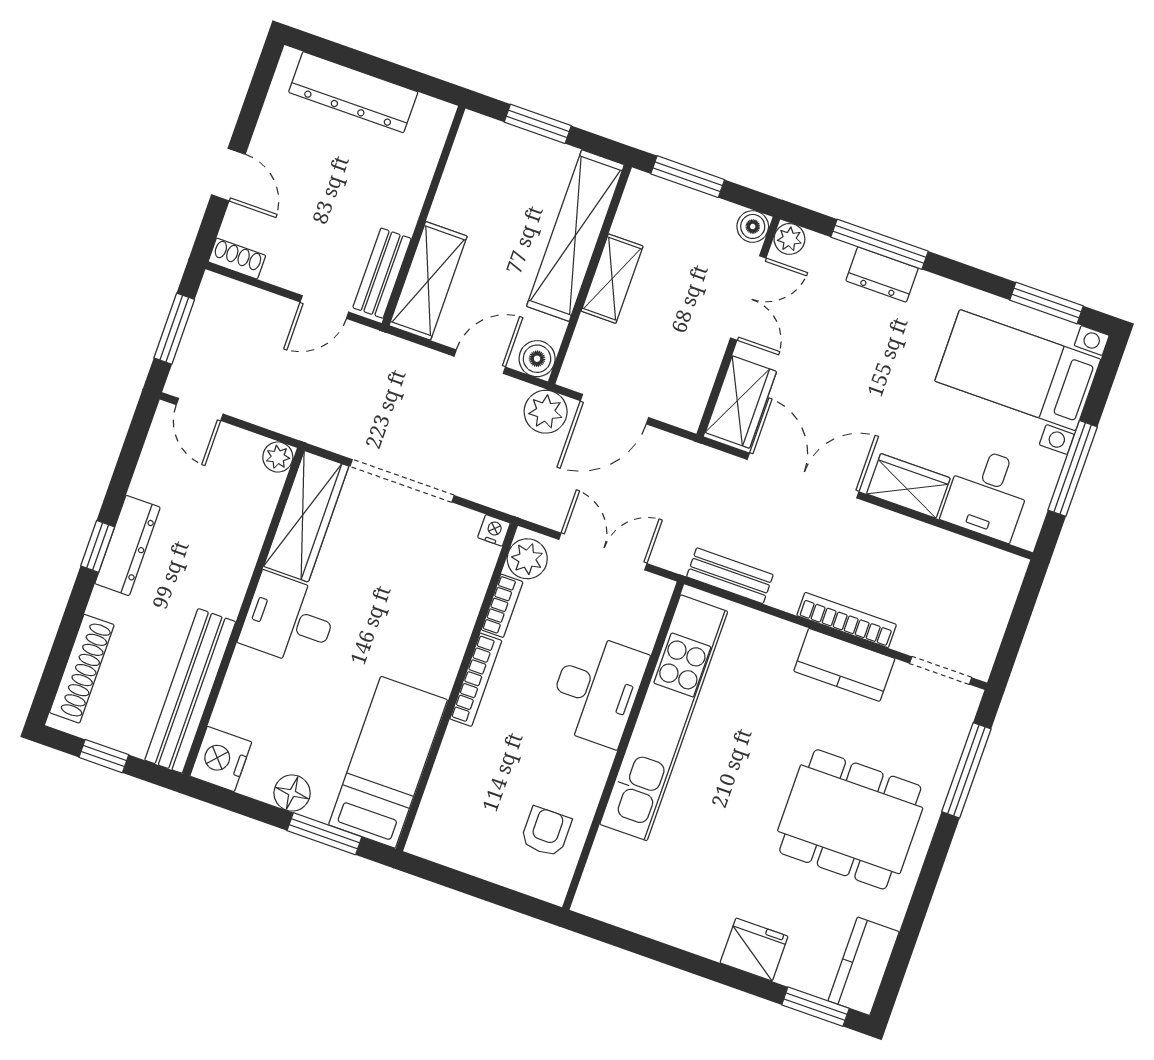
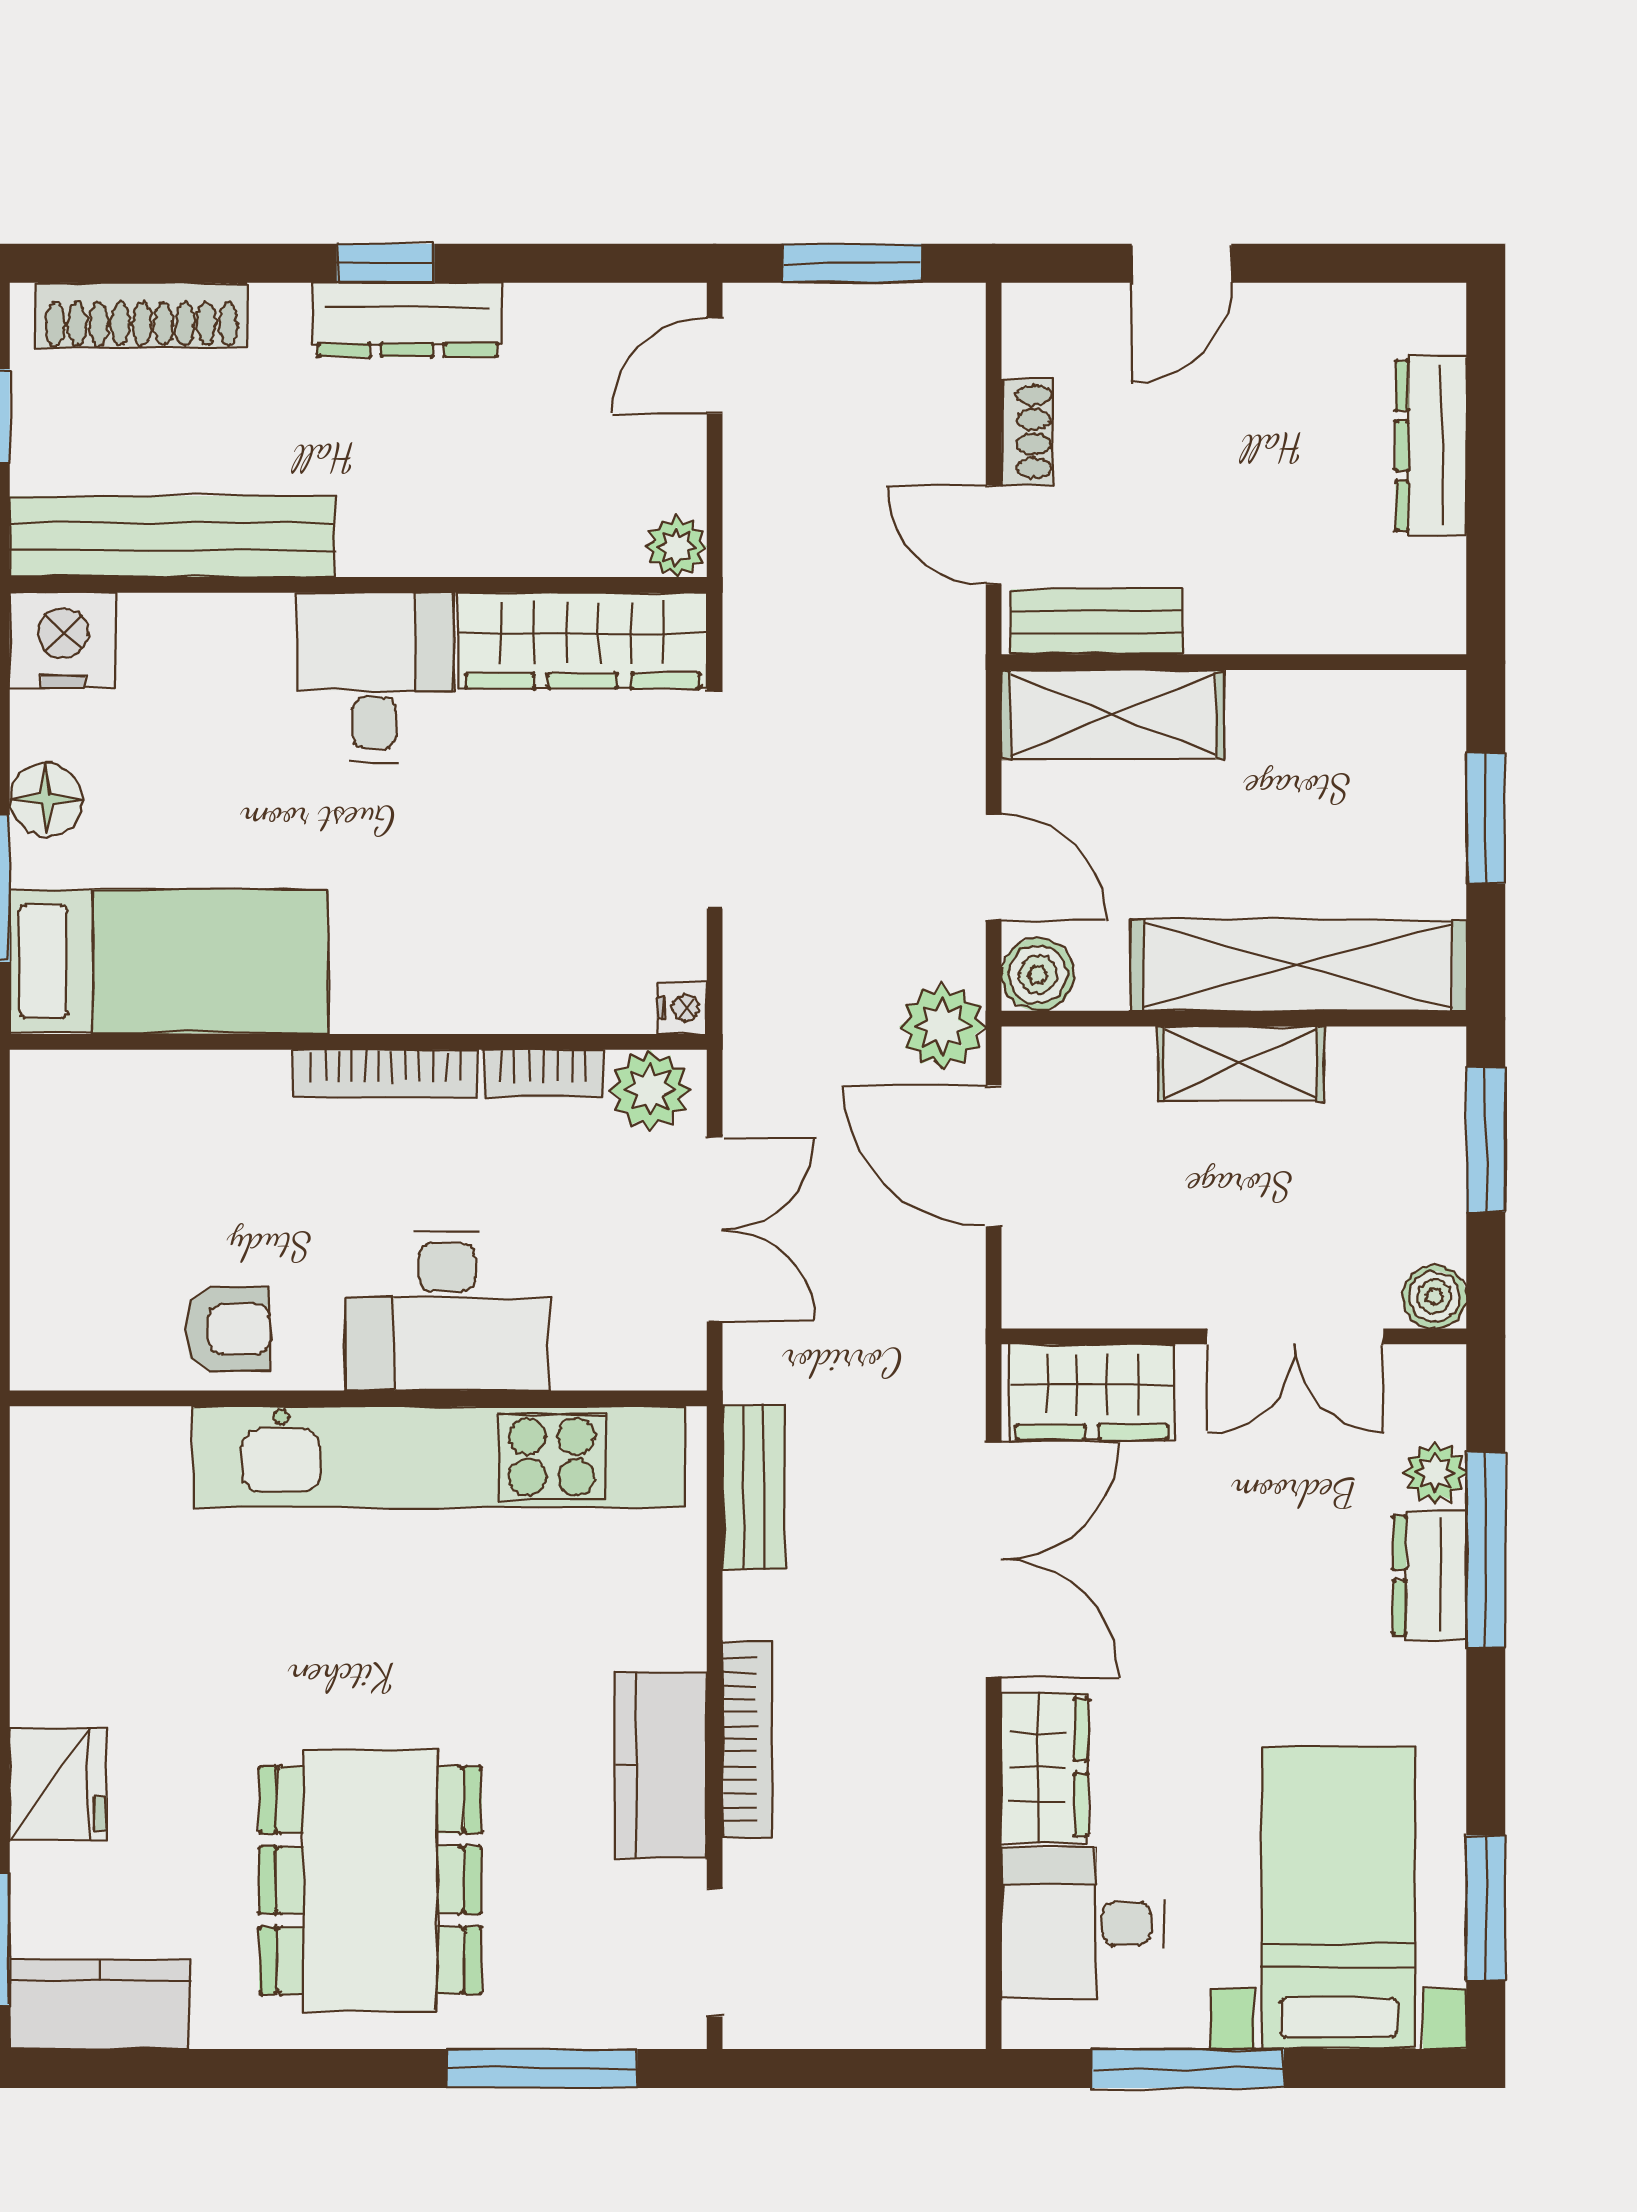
dresser: (353, 92) -> (1431, 446), width x0.73, depth x0.80
plant: (789, 239) -> (1435, 1473), moved
shoe rack: (237, 259) -> (1027, 432), moved
armchair: (546, 832) -> (227, 1329), moved

